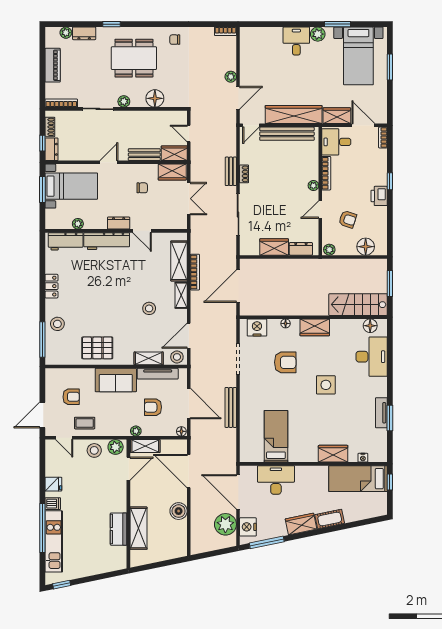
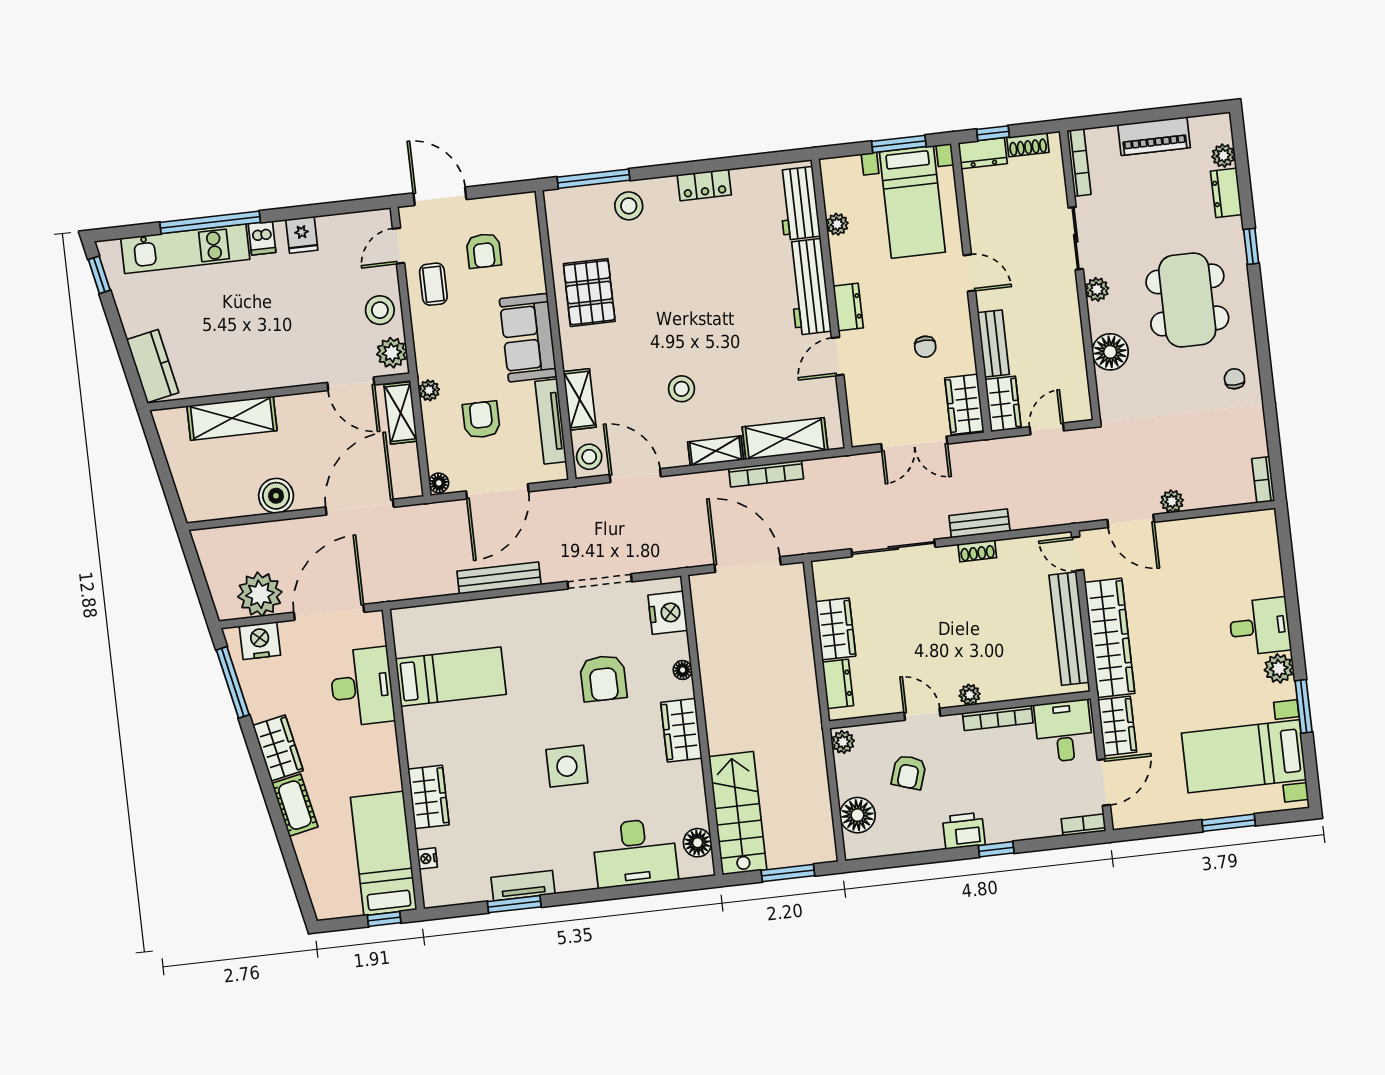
kitchen counter: (119, 529) -> (153, 366), moved, turned 78

